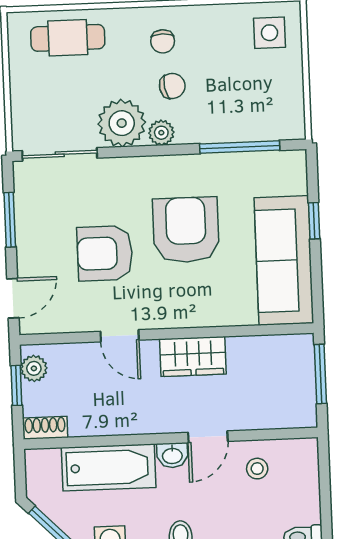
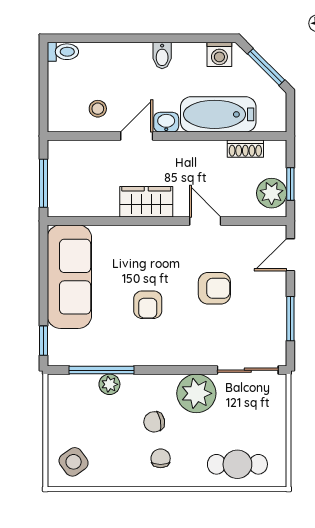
side table: (269, 33) -> (74, 462), turned -36
plant: (161, 133) -> (109, 384), moved
window: (314, 221) -> (43, 341), moved
armchair: (186, 230) -> (148, 305), width x0.53, depth x0.53
armchair: (105, 253) -> (214, 288), width x0.72, depth x0.72
plant: (34, 368) -> (272, 193), width x1.38, depth x1.38
shoe rack: (45, 428) -> (245, 149), moved

